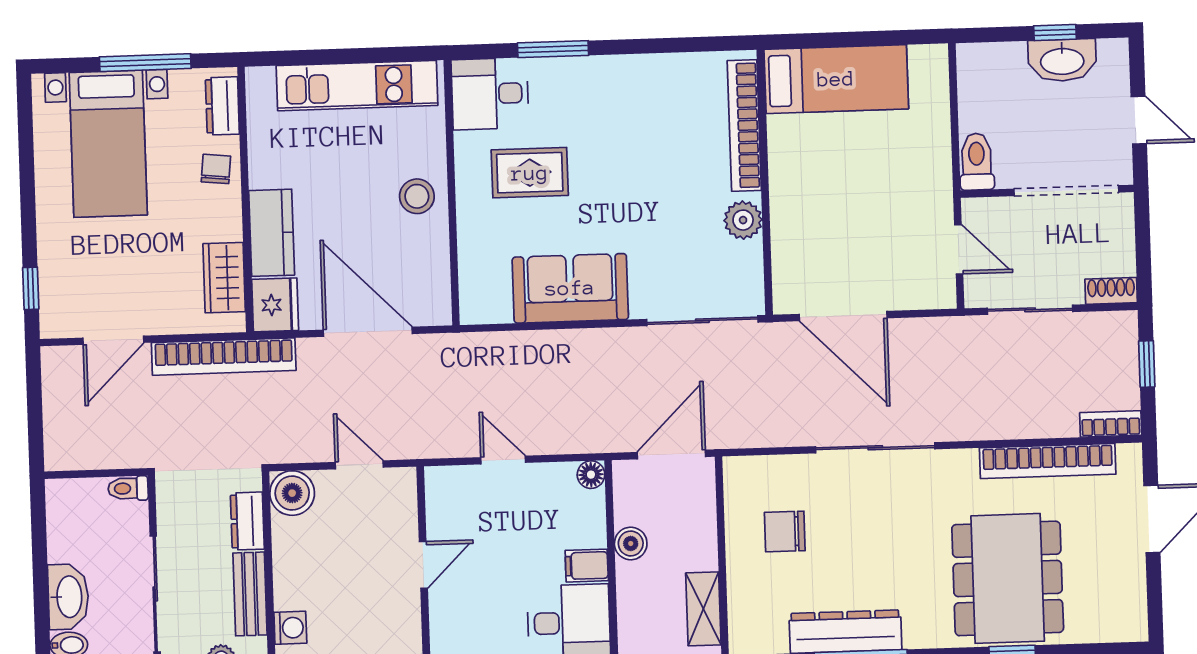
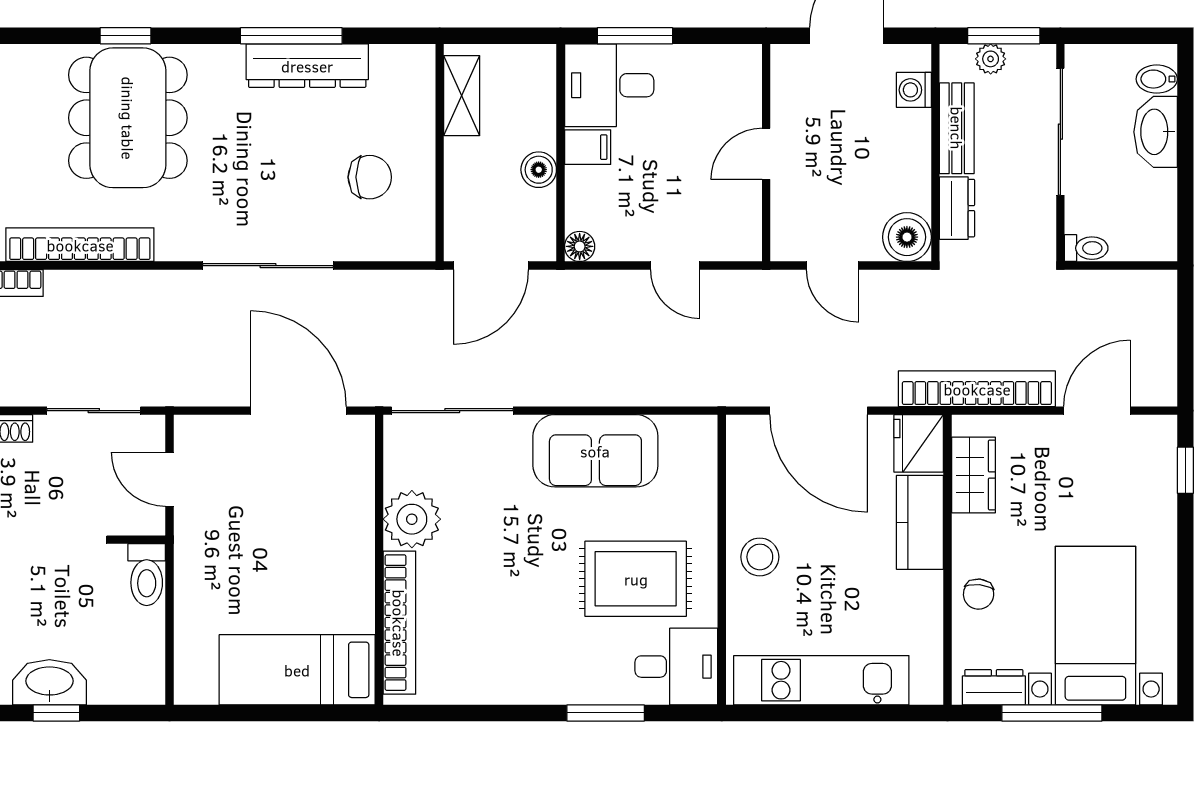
dresser: (222, 106) -> (994, 687), moved, turned -90
rug: (530, 173) -> (636, 579), width x1.36, depth x1.43
plant: (743, 220) -> (412, 519), width x1.36, depth x1.36

